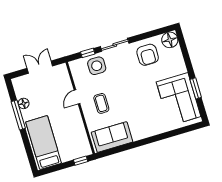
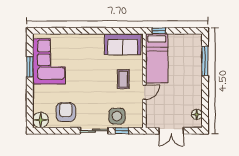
floor lamp: (24, 103) -> (197, 114), moved
window: (18, 115) -> (205, 61), moved
bed: (44, 143) -> (157, 58), moved

